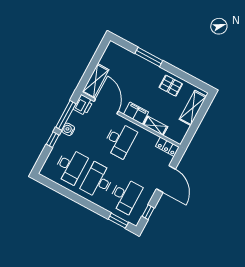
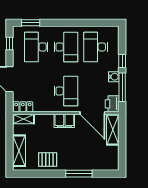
shelving: (155, 126) -> (24, 119), moved
desk: (120, 140) -> (66, 91), turned 180

